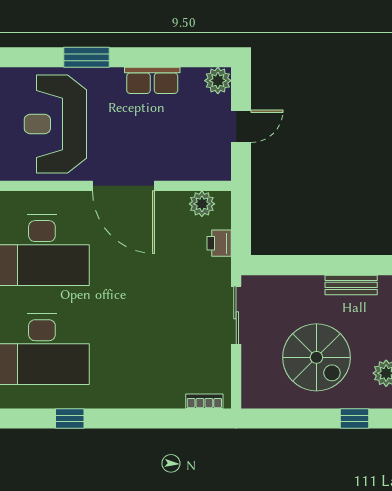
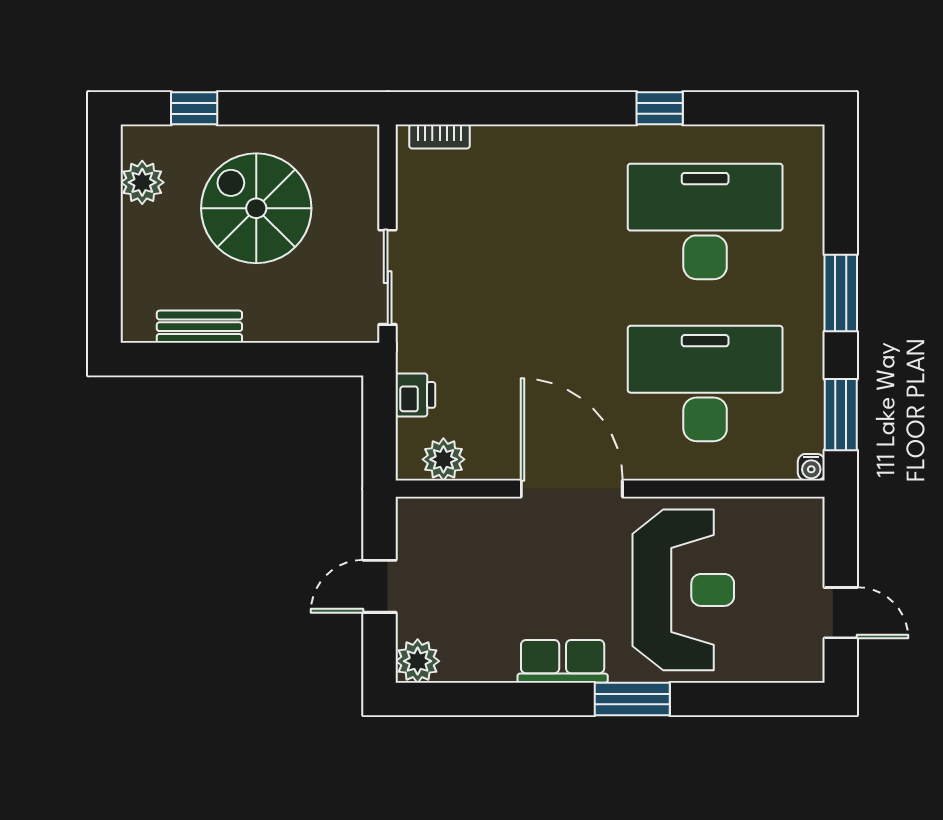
row of seats: (152, 80) -> (563, 661), moved

